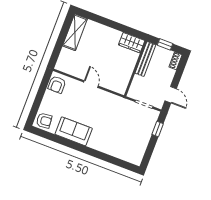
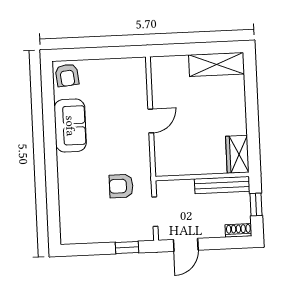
armchair: (57, 85) -> (121, 186), moved

